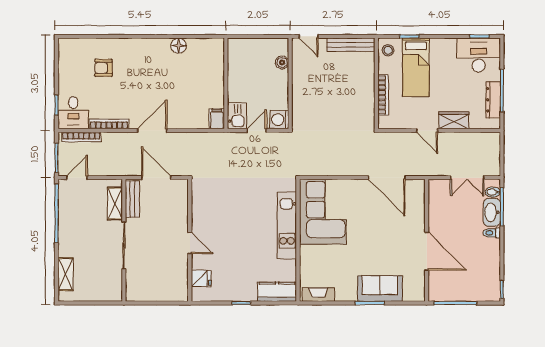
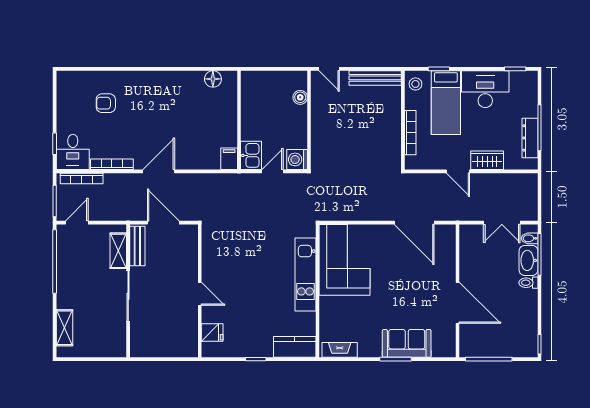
floor lamp: (179, 46) -> (213, 79), moved
desk: (479, 55) -> (485, 89), moved

